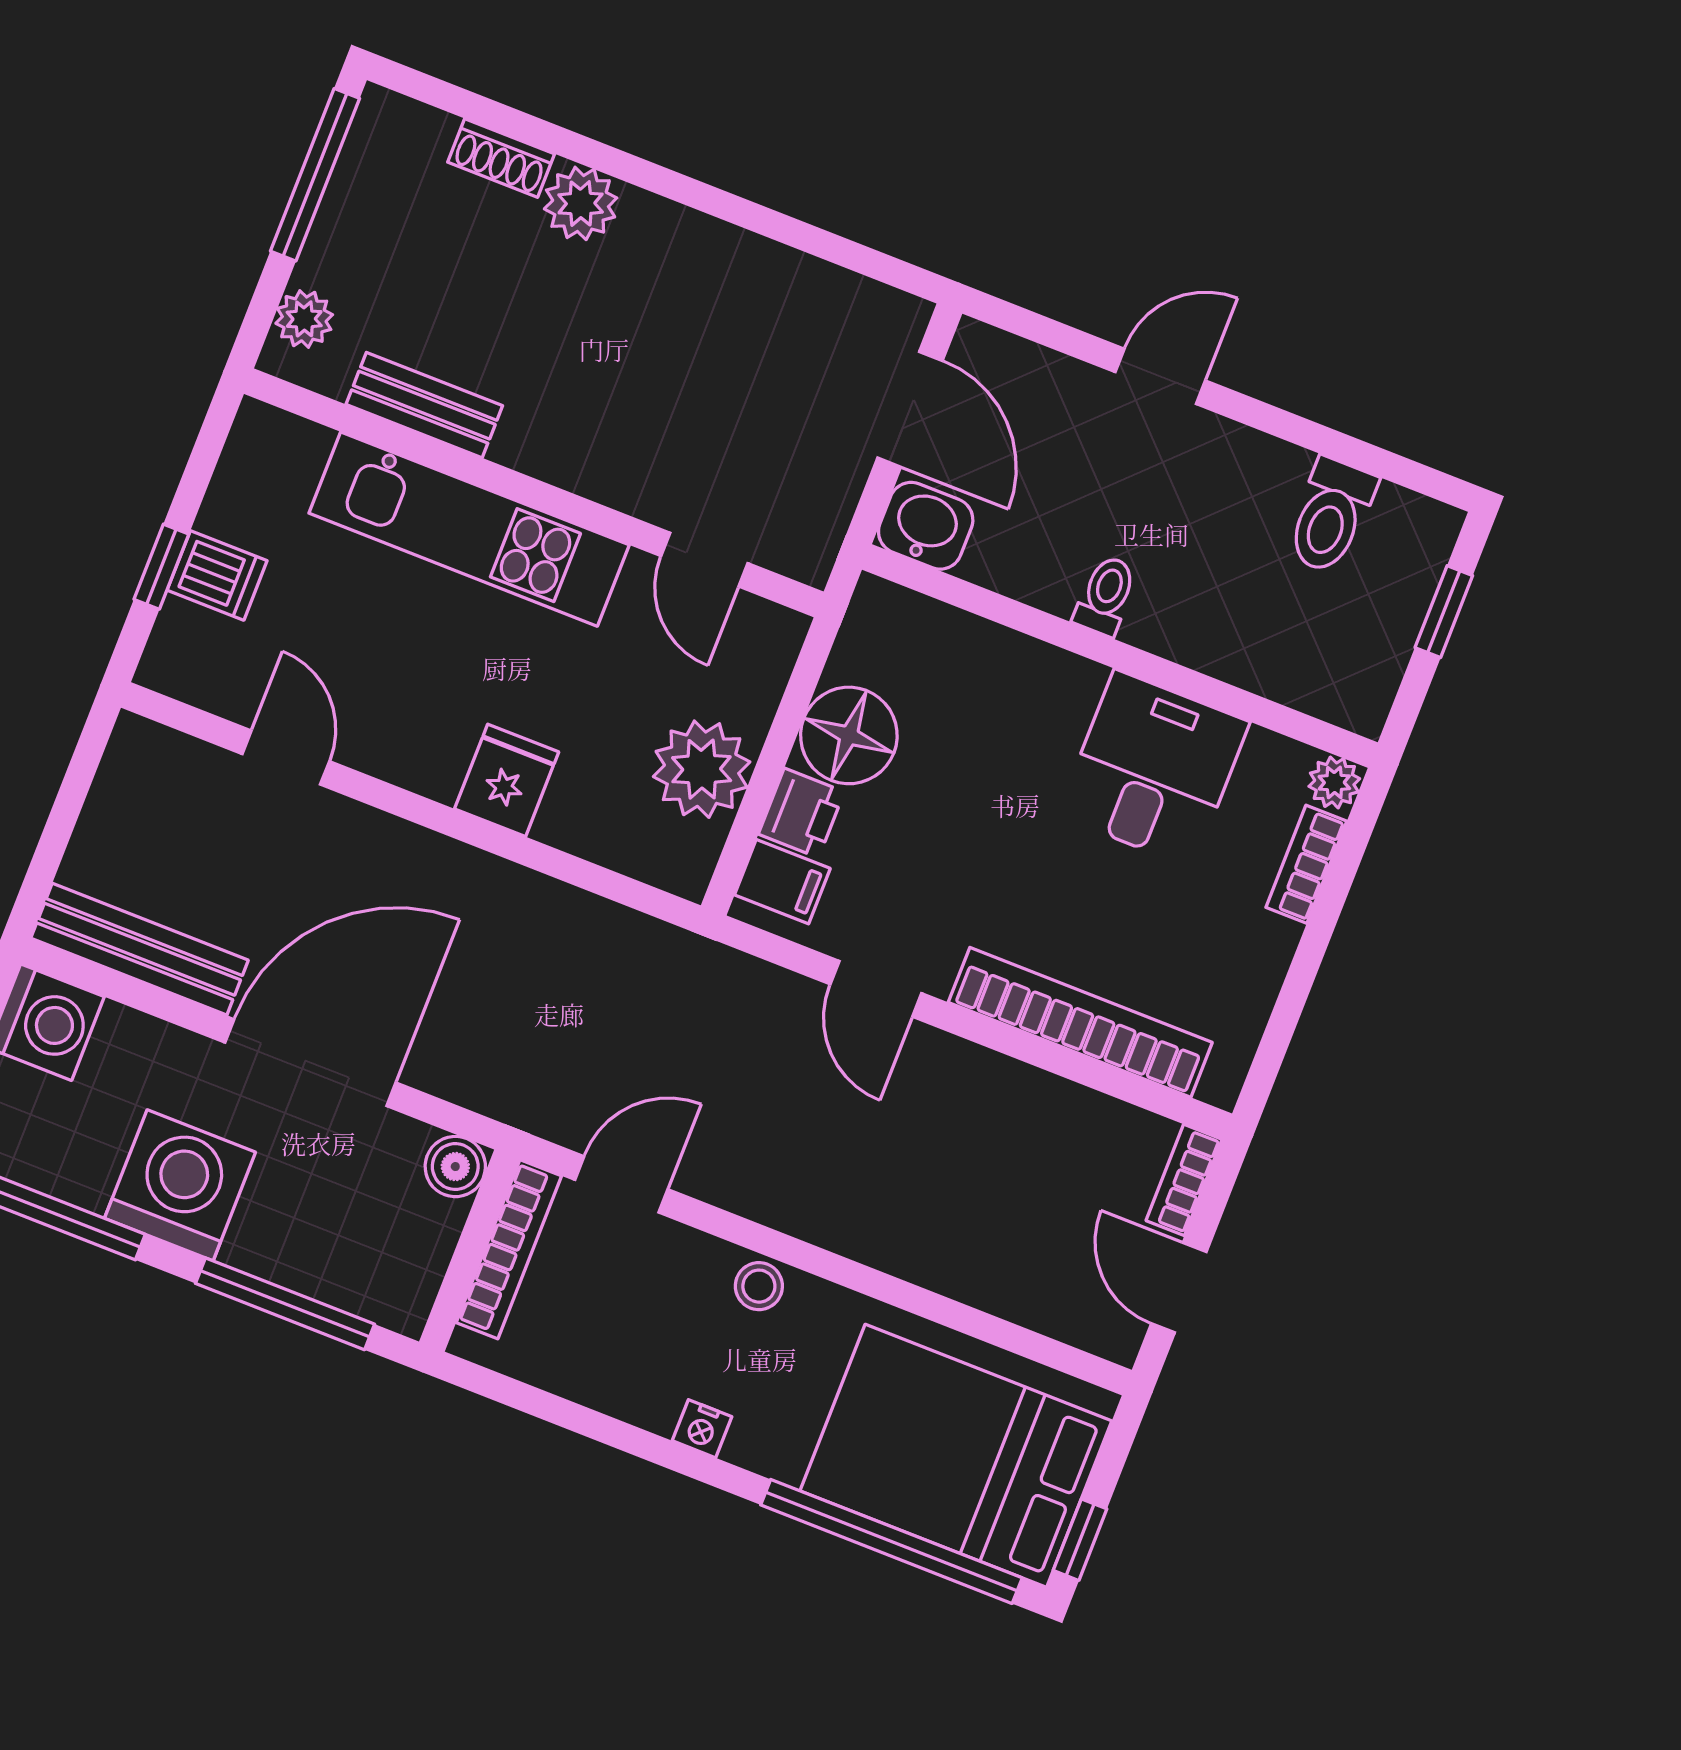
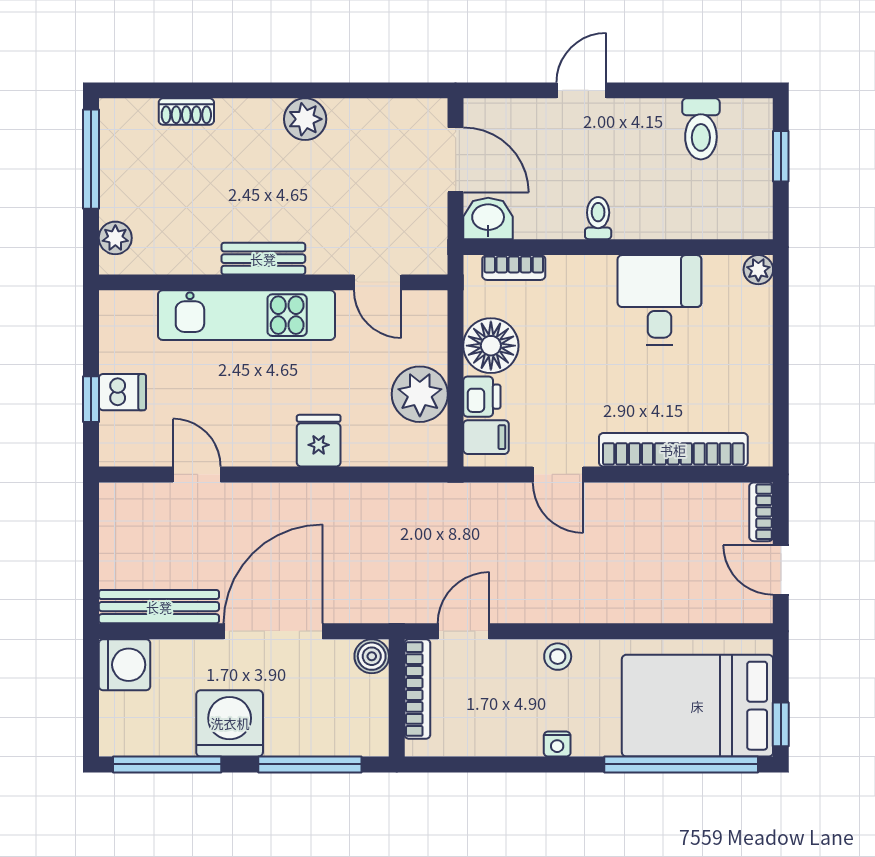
plant: (581, 203) -> (305, 119), moved
bench: (424, 405) -> (263, 259), moved
bookcase: (1306, 864) -> (514, 268), moved, turned -90

